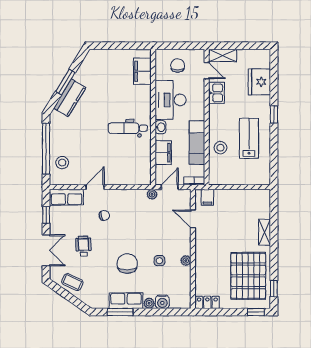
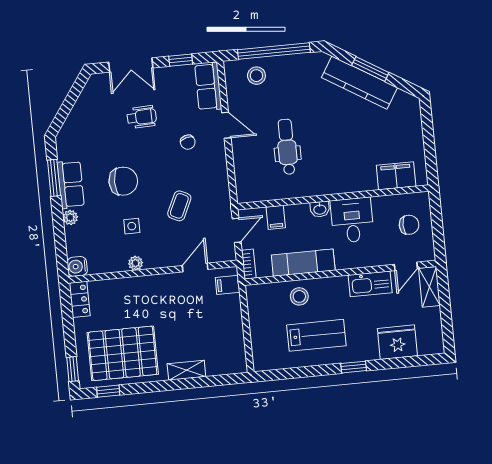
kitchen sink: (217, 93) -> (370, 284), width x1.38
kitchen counter: (70, 98) -> (359, 83), width x1.50
desk: (171, 100) -> (352, 220), width x0.73
dental chair: (128, 128) -> (287, 147), moved
filing cabinet: (163, 153) -> (276, 217), width x0.50
door: (170, 187) -> (237, 230), hinge flipped
plant: (152, 194) -> (224, 207), removed
coffee table: (72, 282) -> (179, 206), moved
water cooler: (162, 302) -> (77, 266), moved

